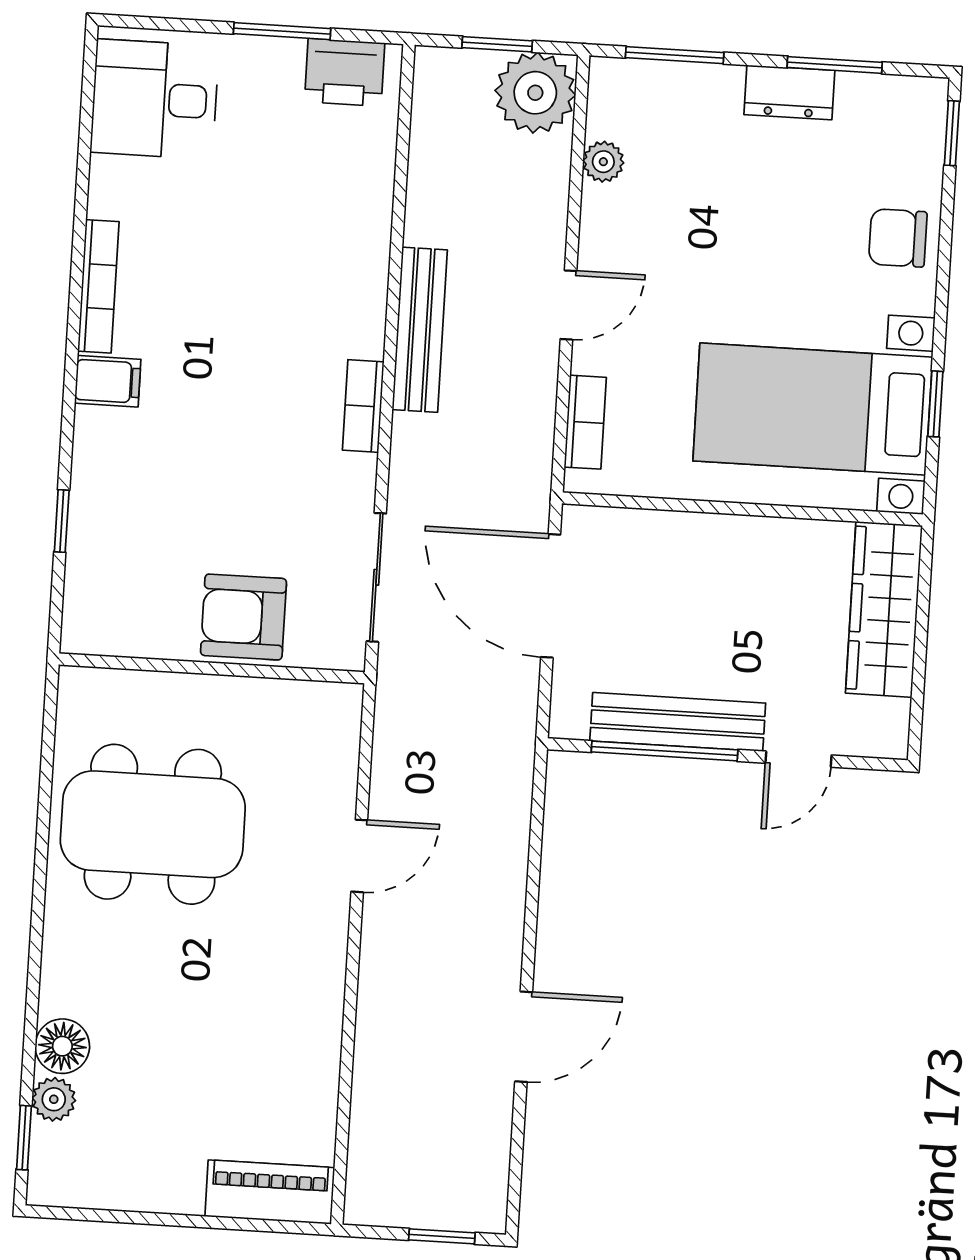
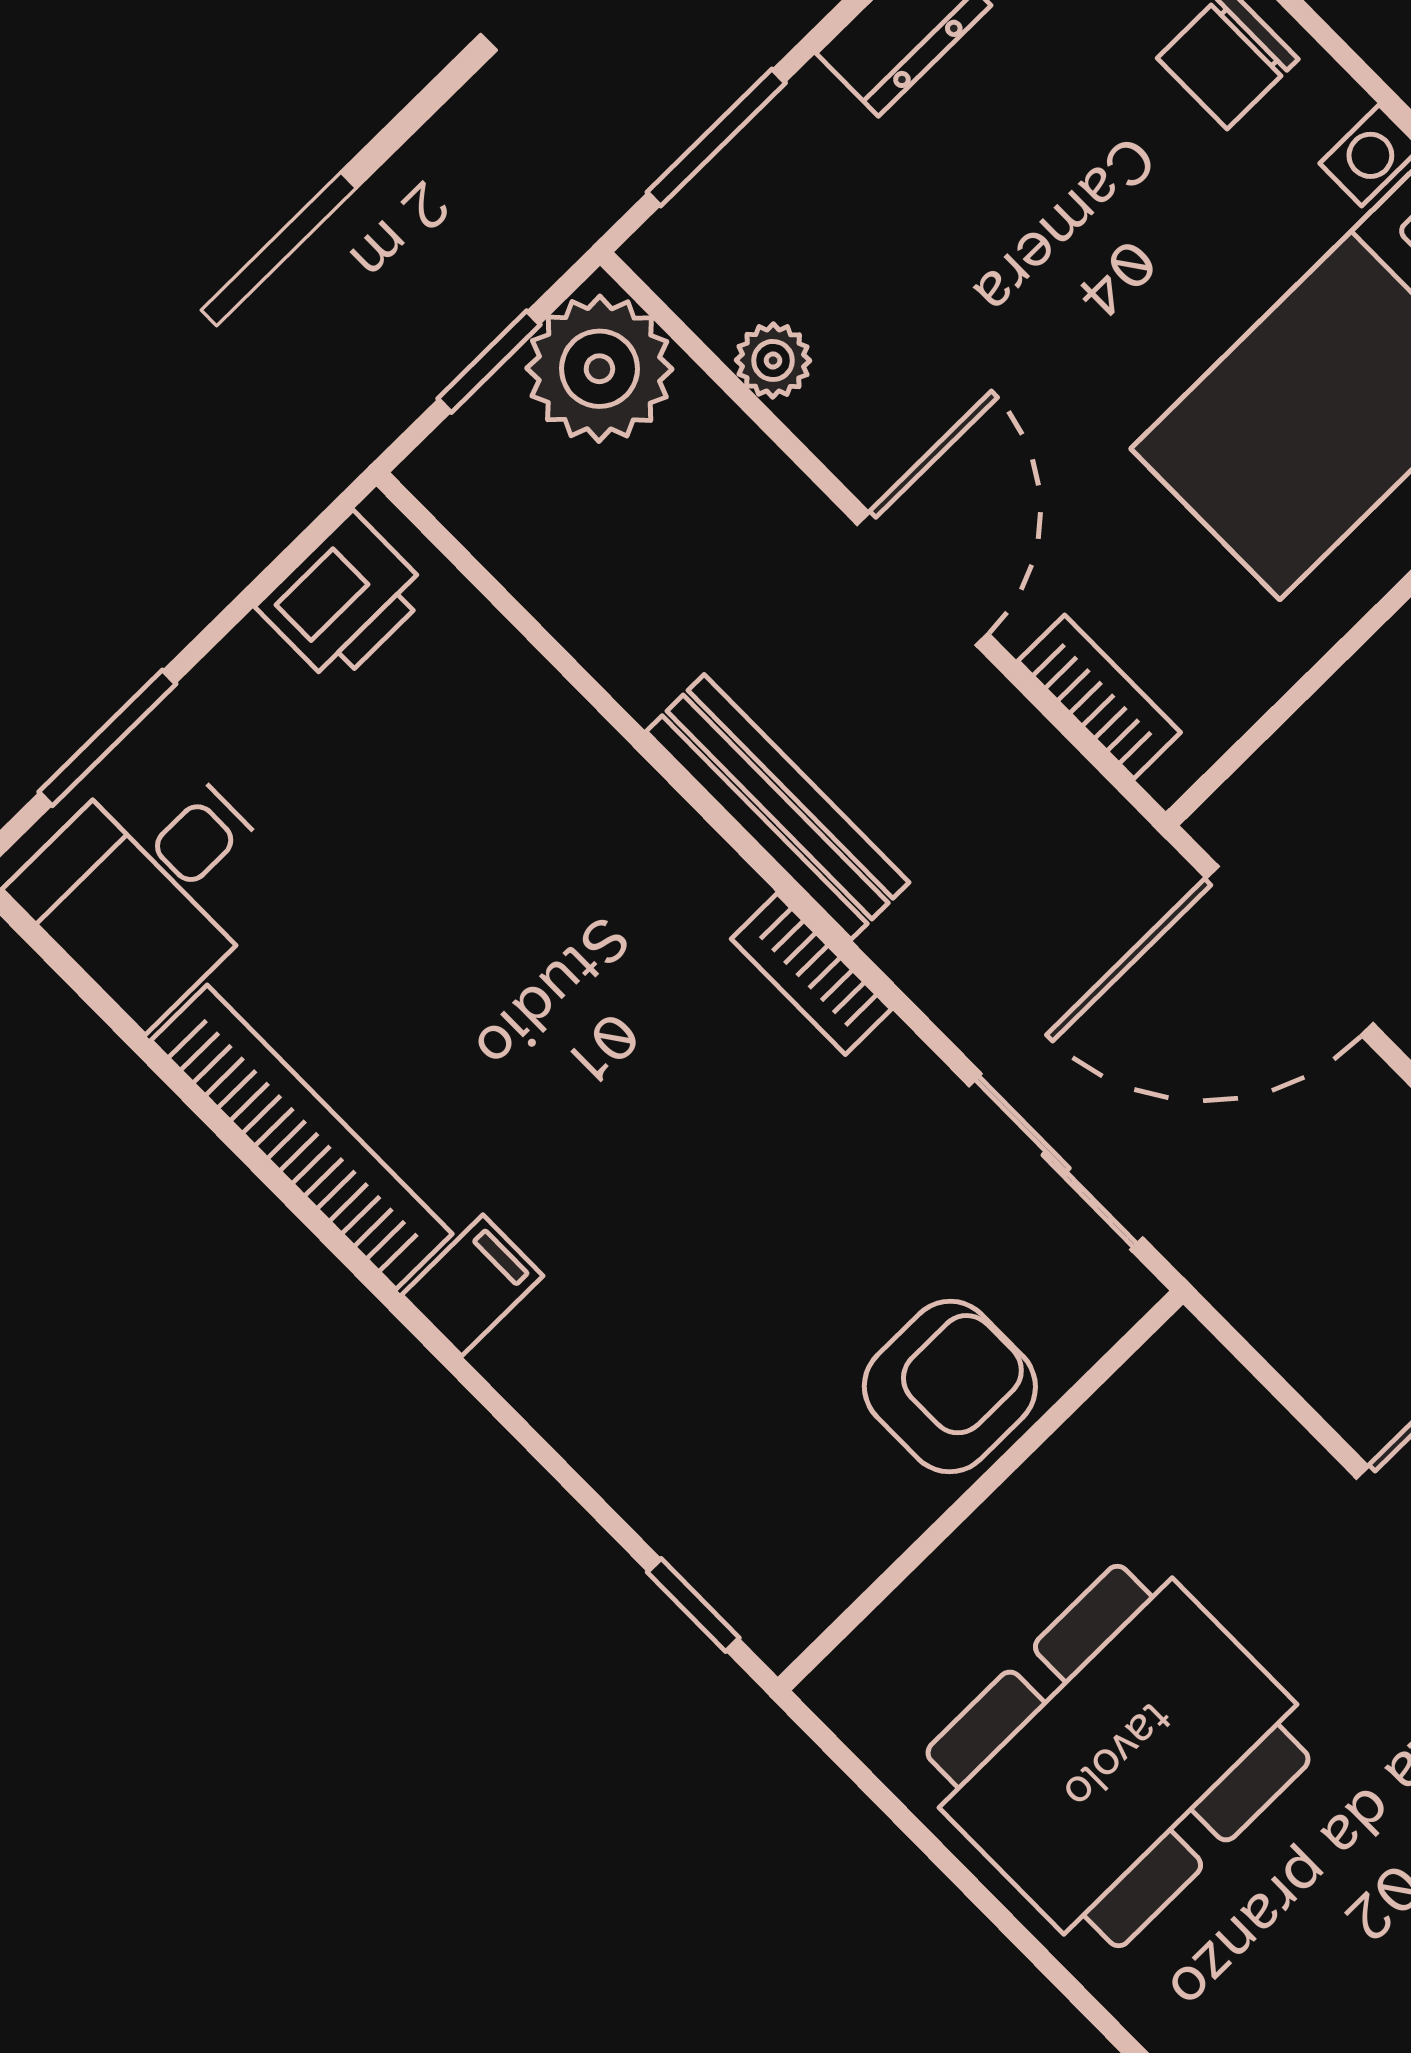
window: (282, 31) -> (107, 738), moved
bookcase: (98, 286) -> (301, 1137), width x1.48, depth x1.31
door: (568, 305) -> (923, 579), width x1.38
window: (62, 521) -> (693, 1605), moved
armchair: (243, 617) -> (950, 1387), turned 180

